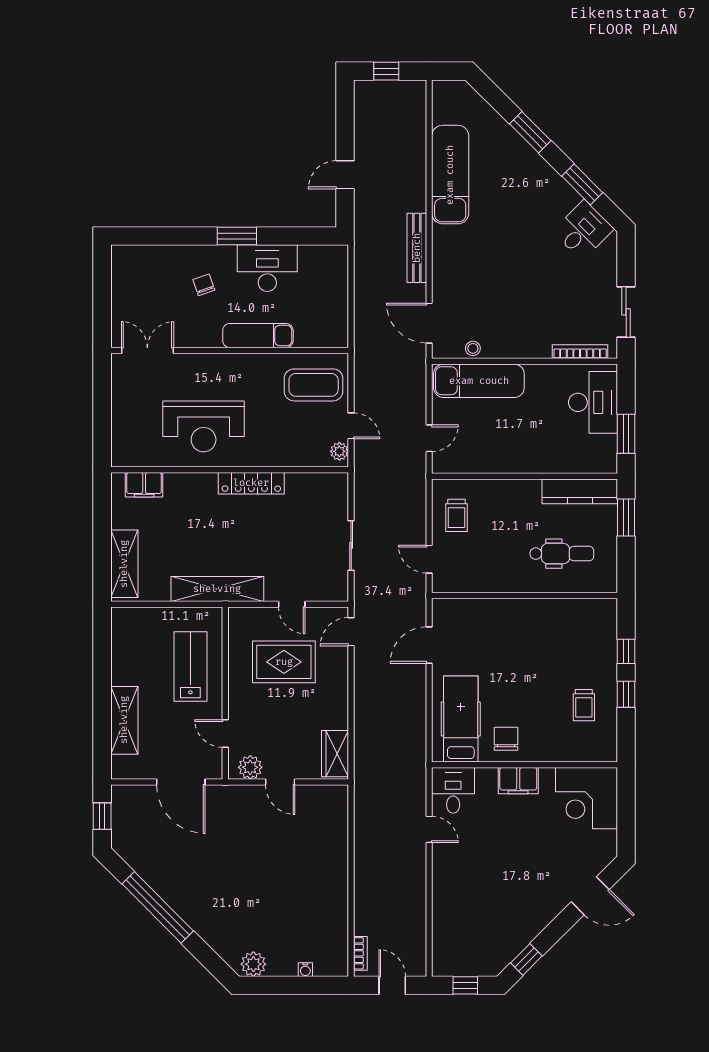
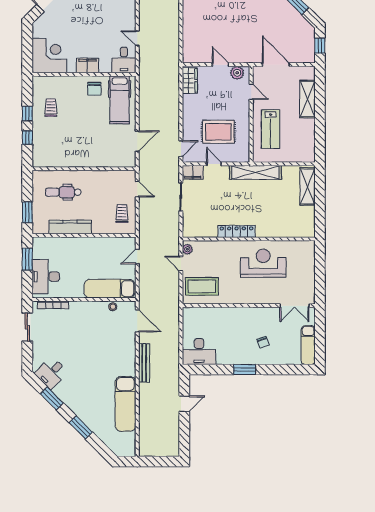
window: (386, 71) -> (161, 462), removed
desk: (267, 268) -> (199, 352), moved
exam couch: (258, 336) -> (308, 345), moved, turned 90
filing cabinet: (144, 485) -> (193, 172), moved, turned 180
kitchen counter: (580, 491) -> (70, 227), moved

